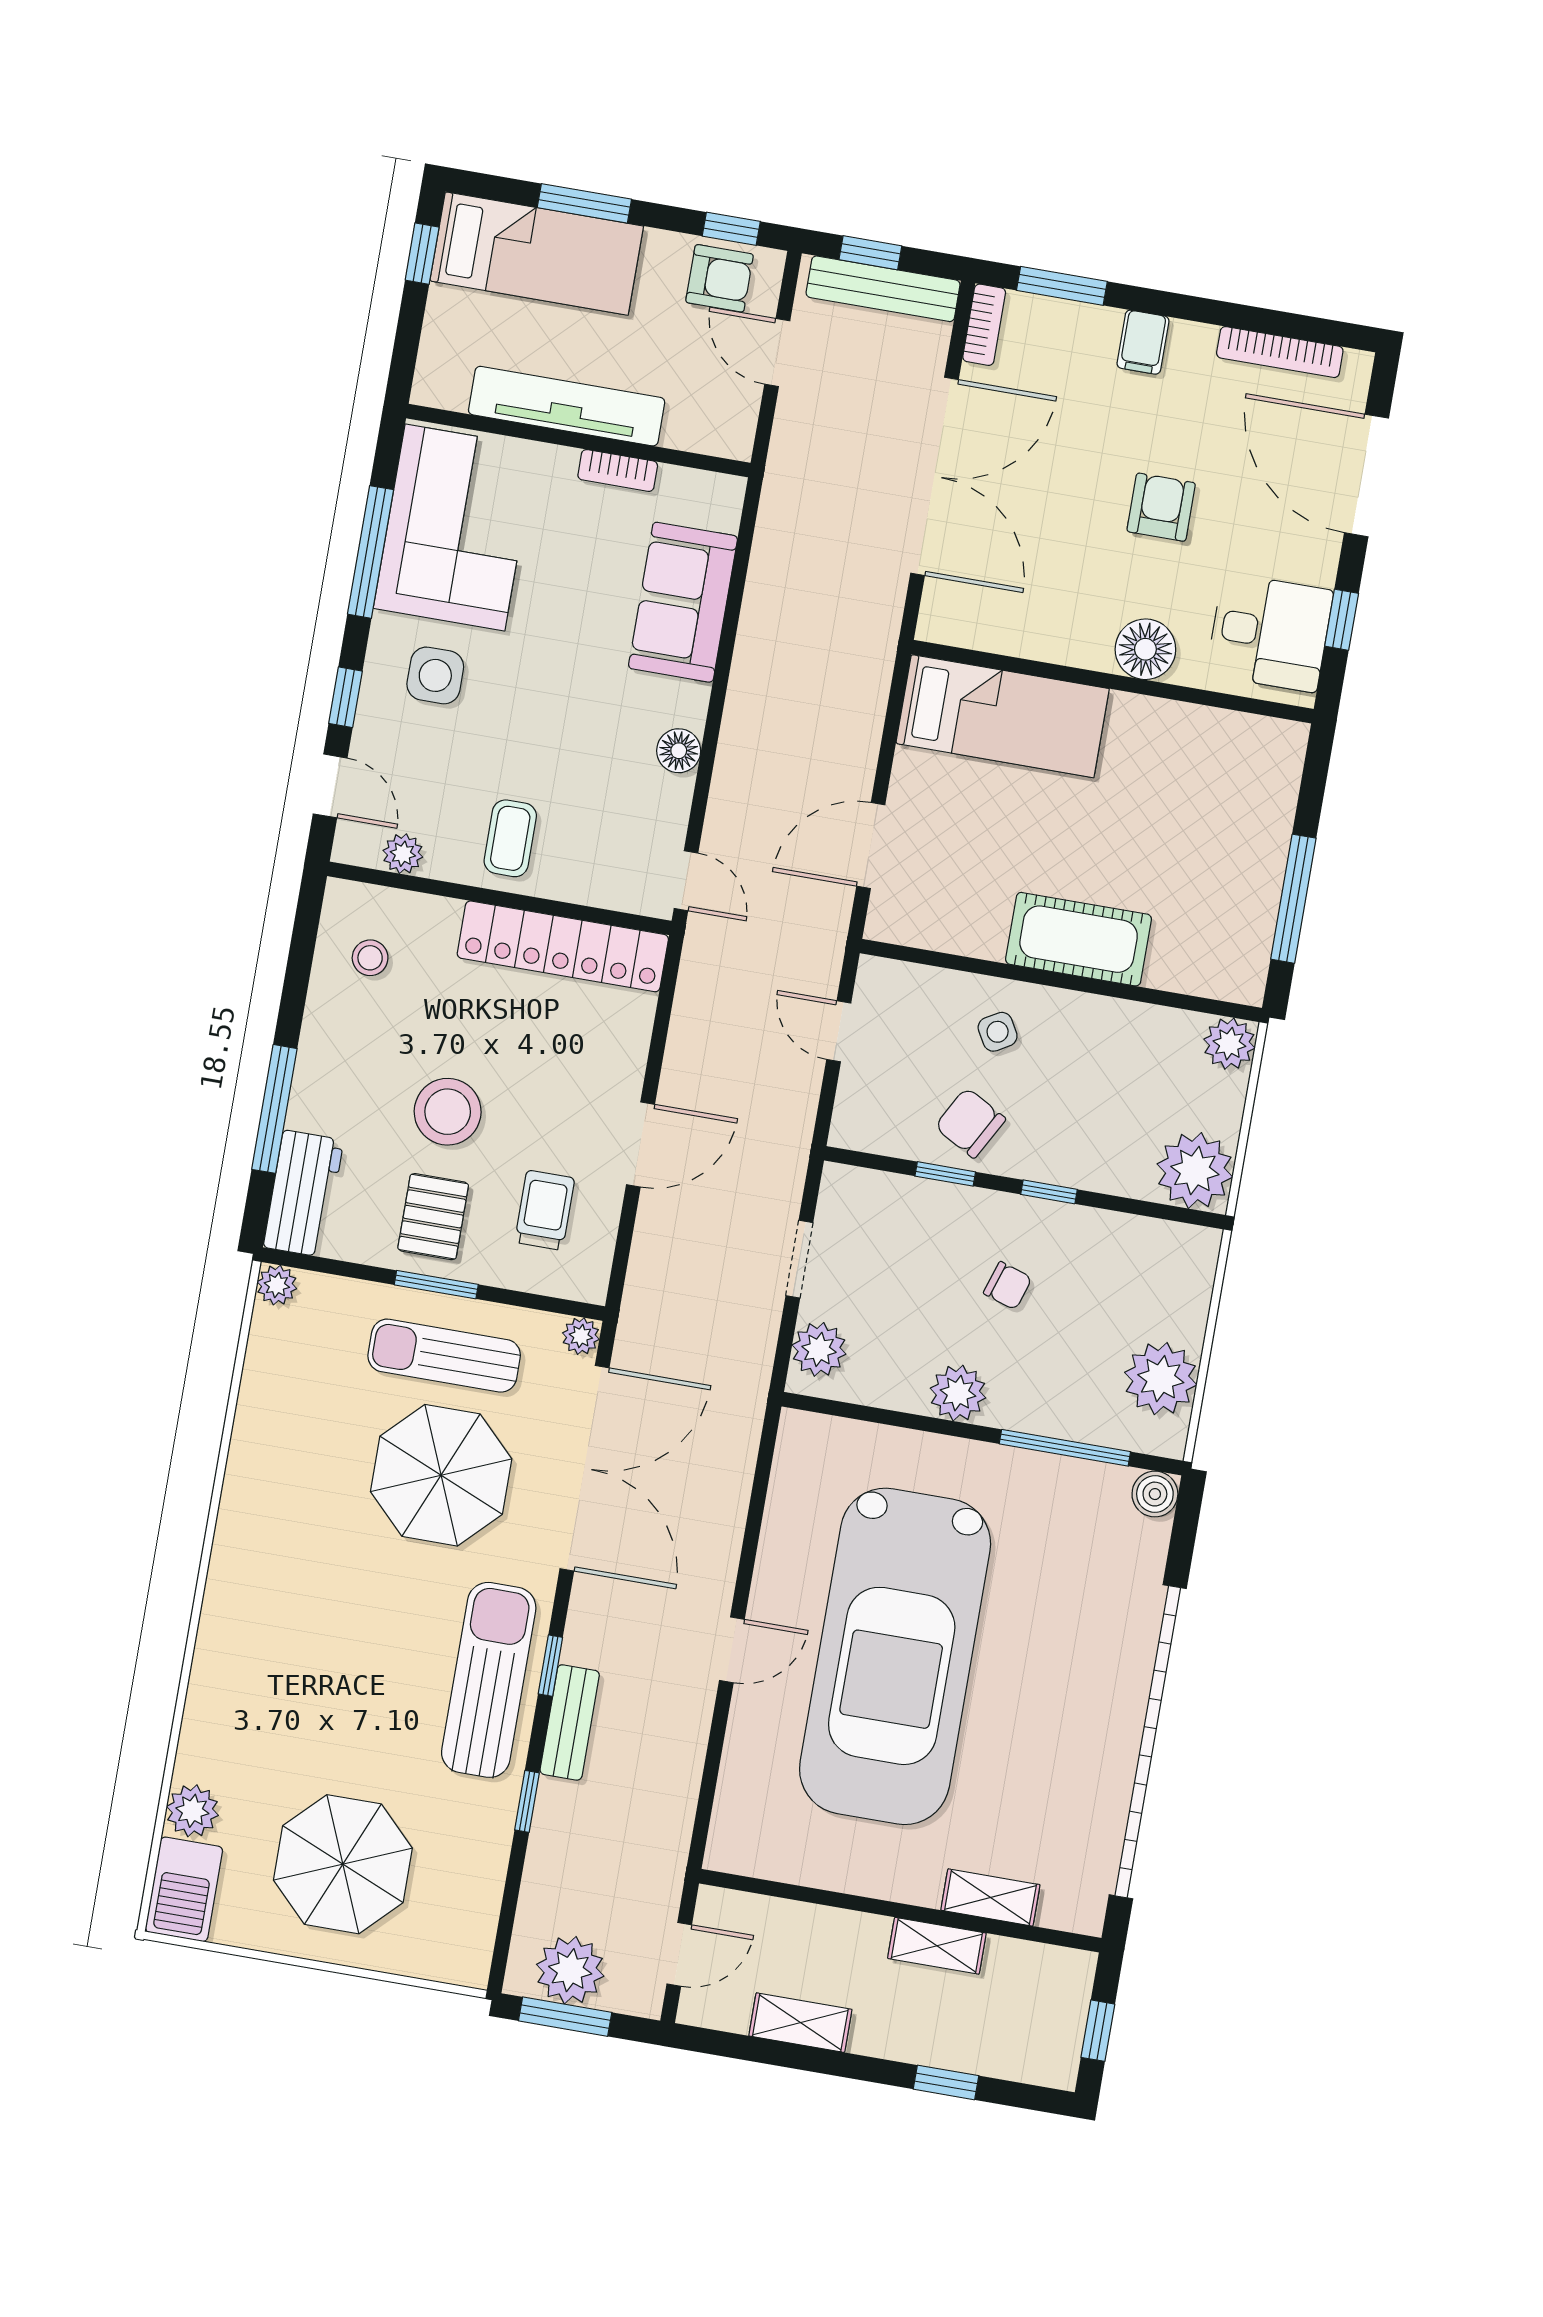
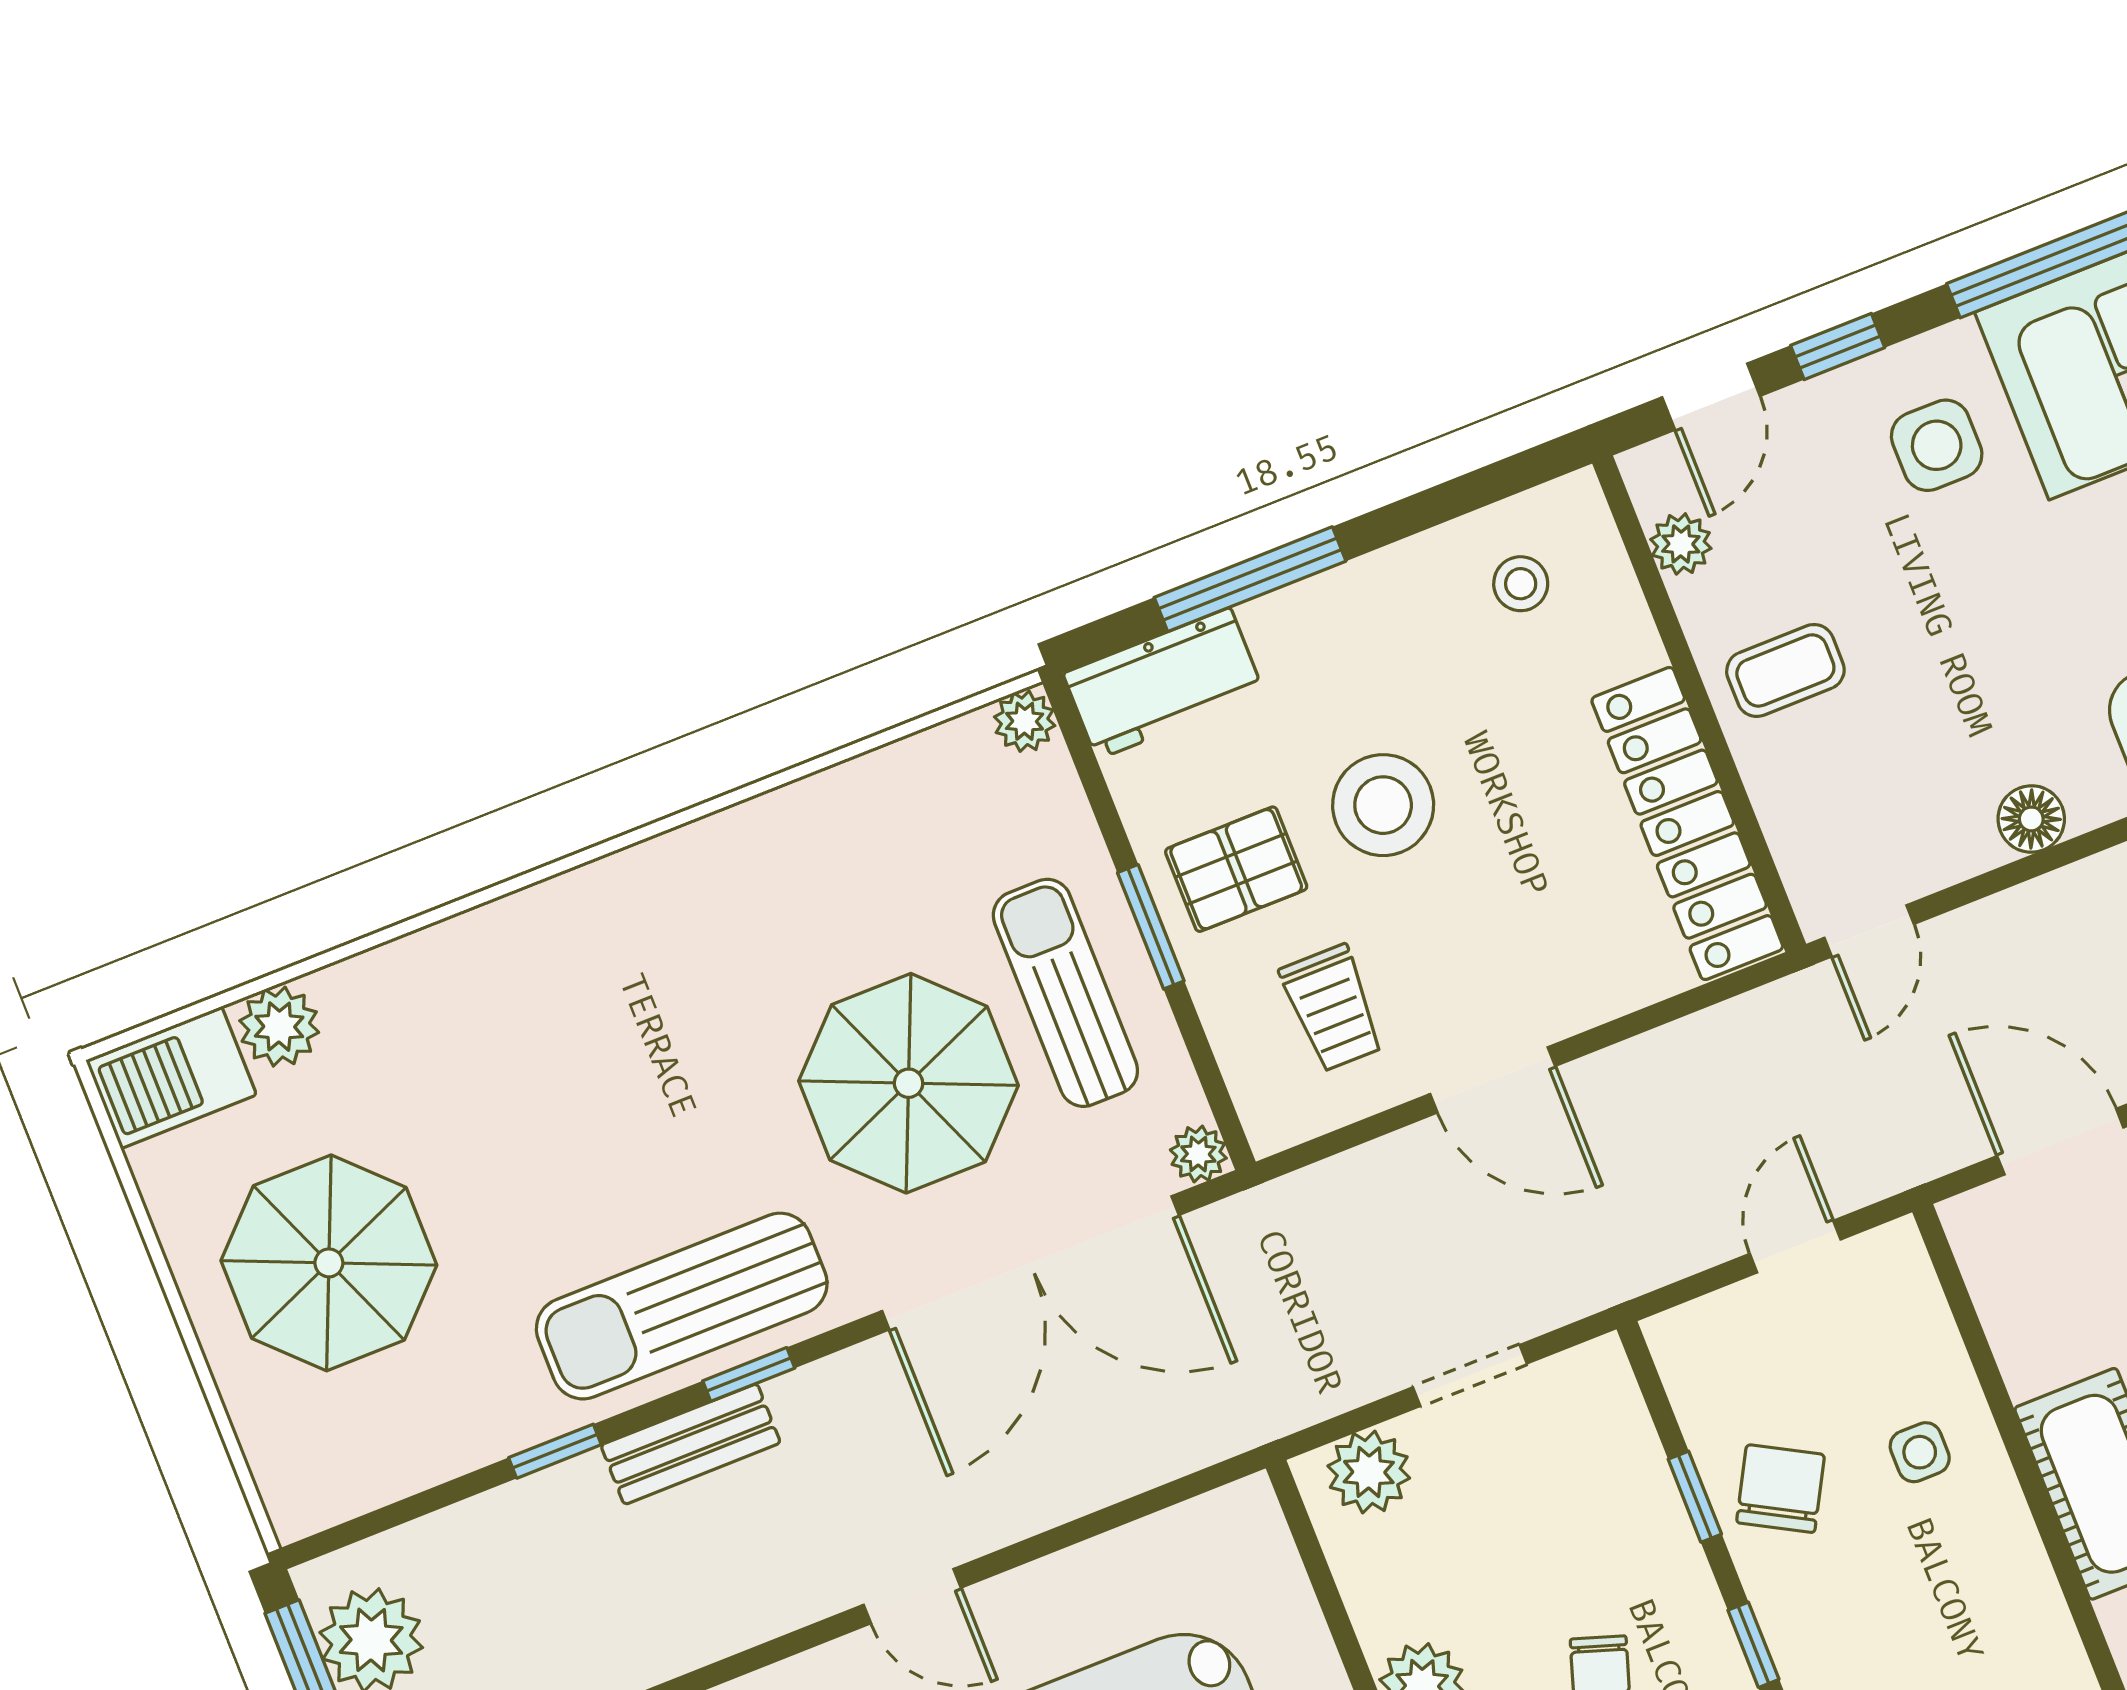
side table: (998, 1032) -> (1920, 1452), turned 30
trolley: (545, 1210) -> (1332, 1008), turned 90
sun lounger: (489, 1680) -> (682, 1306), turned 180

